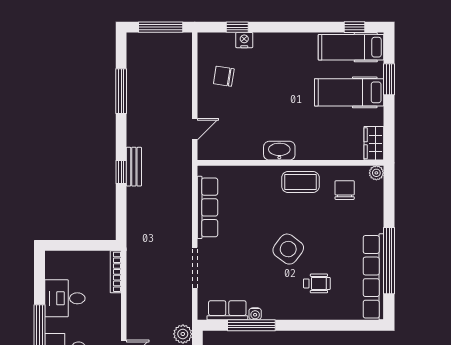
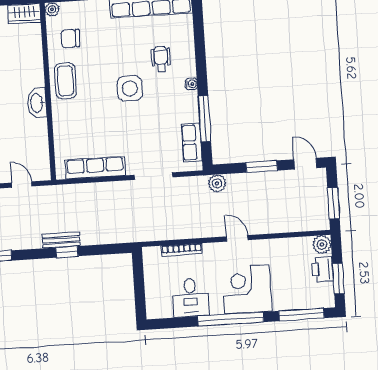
side table: (288, 249) -> (130, 88), turned -37
bookcase: (116, 272) -> (182, 250), moved
water cooler: (255, 314) -> (191, 84), moved

